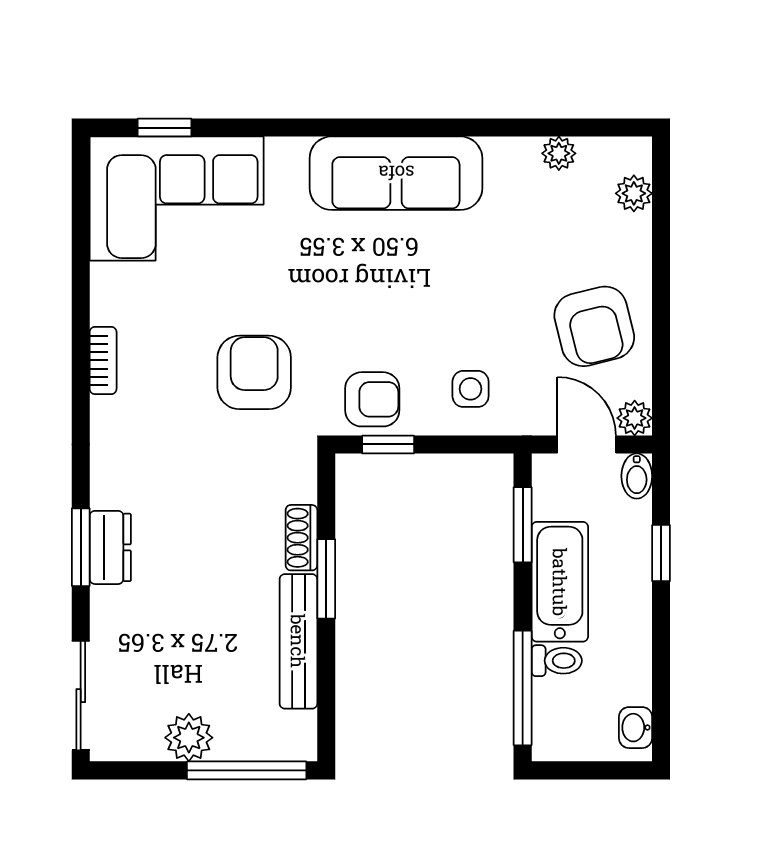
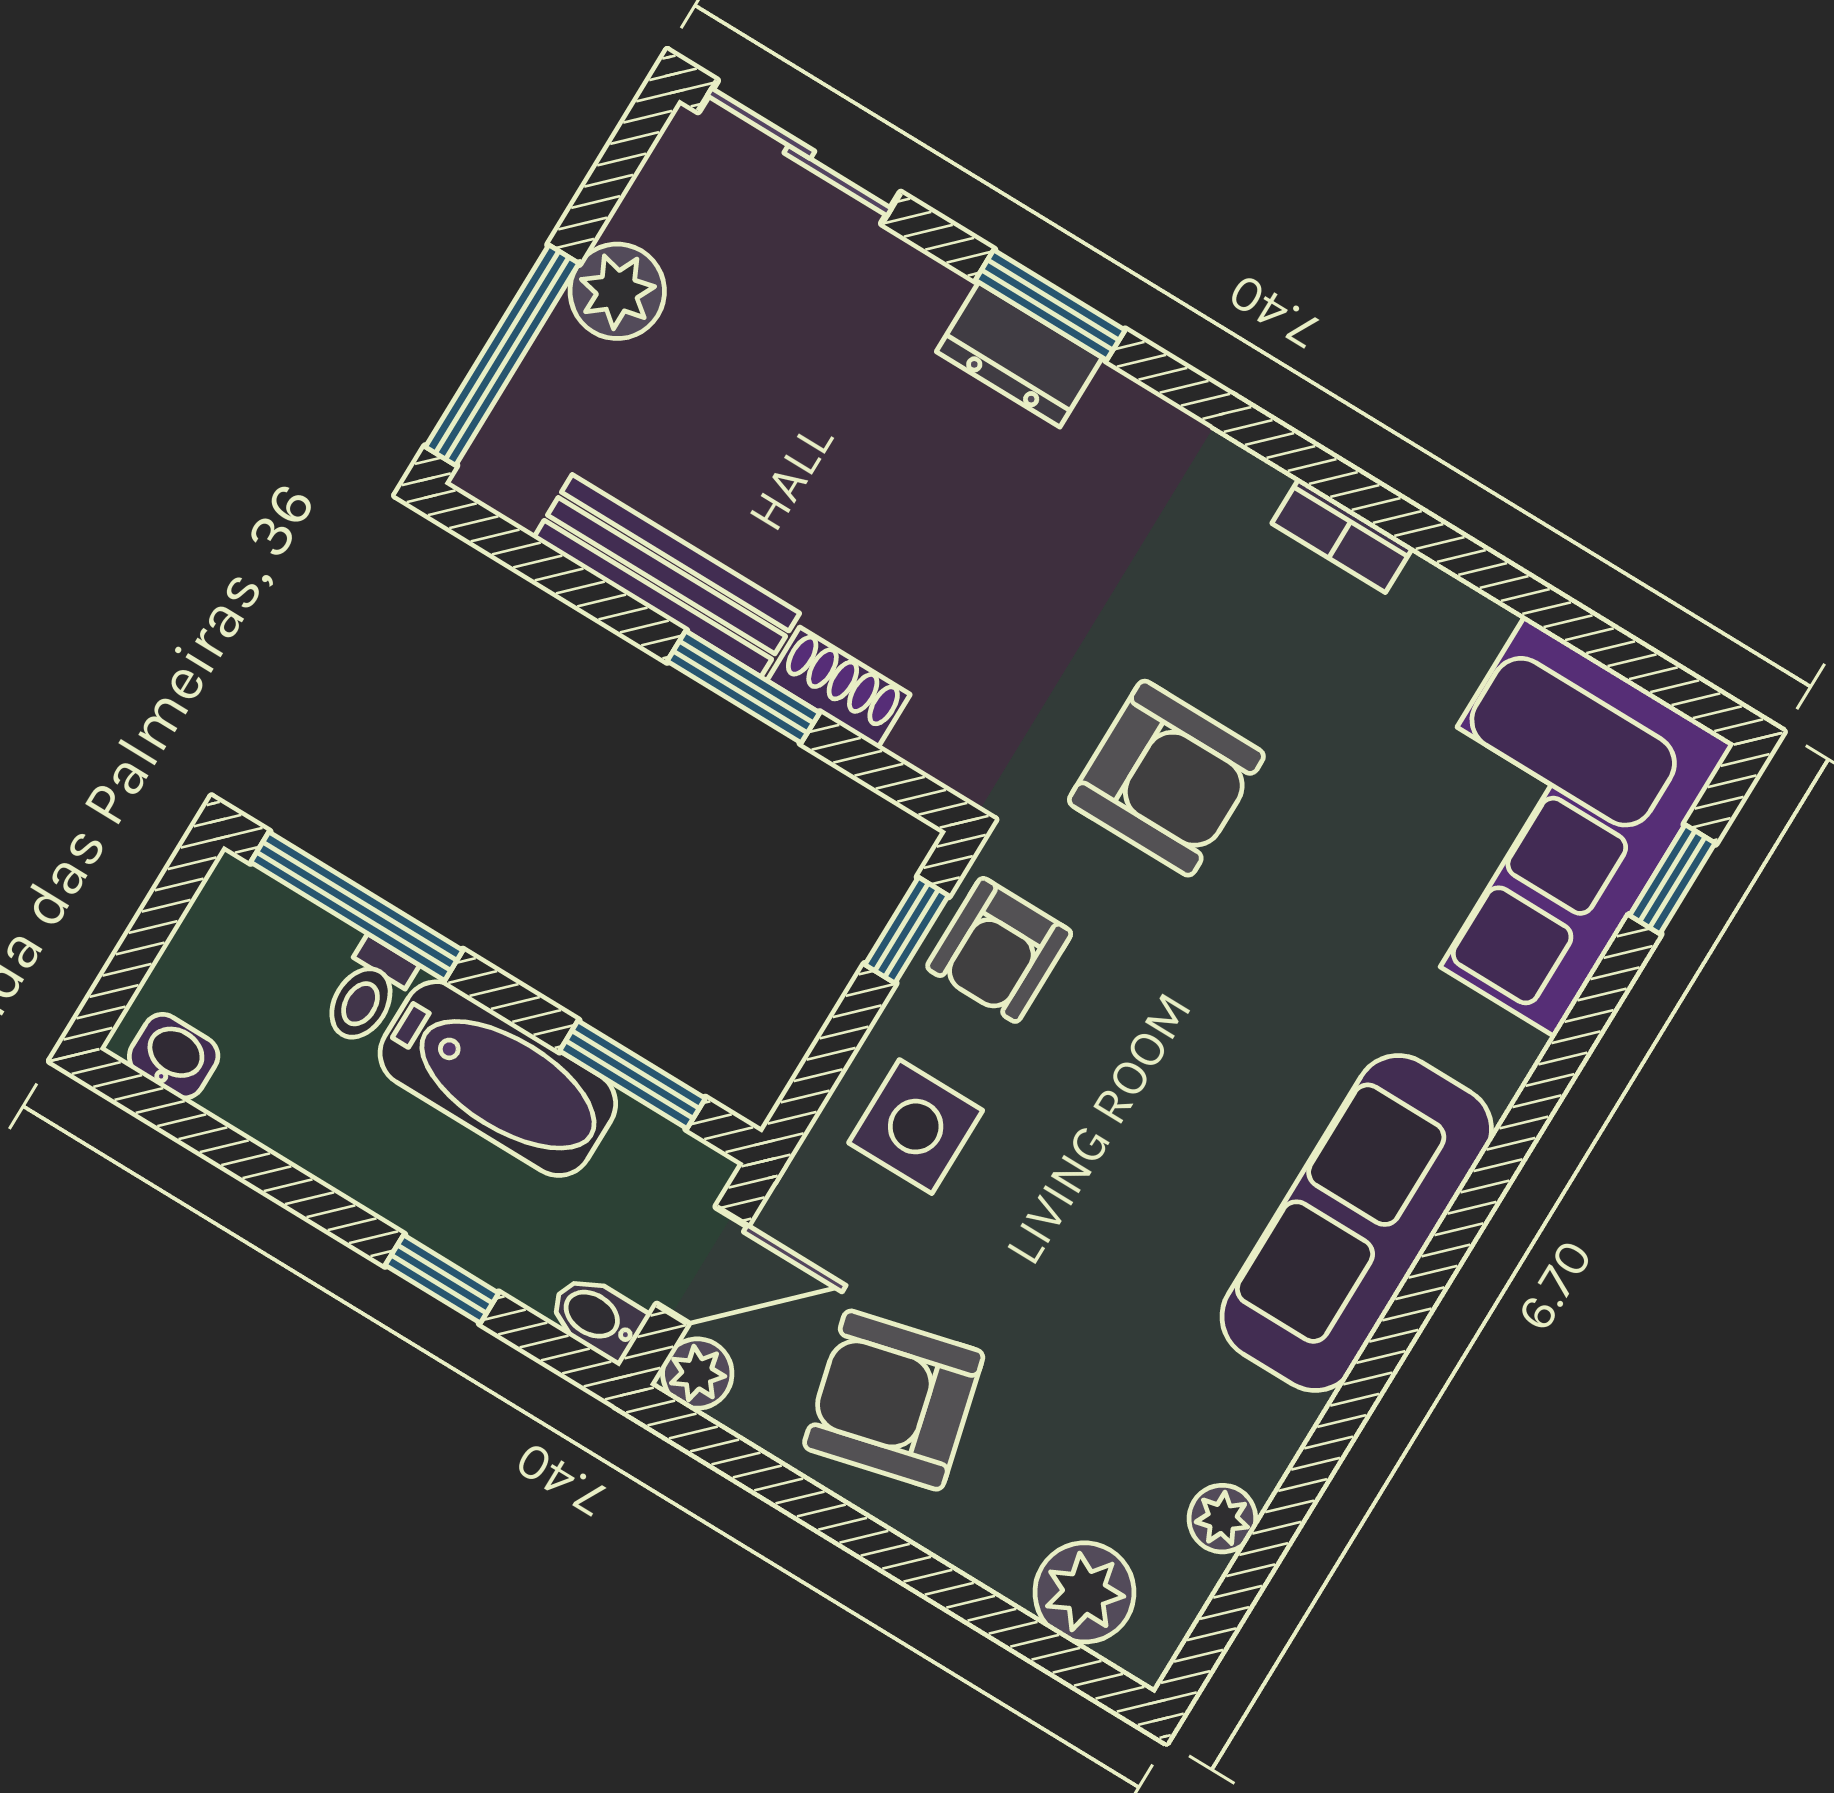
plant: (634, 193) -> (1084, 1592), width x1.38, depth x1.38
side table: (471, 389) -> (916, 1127), width x1.37, depth x1.37

